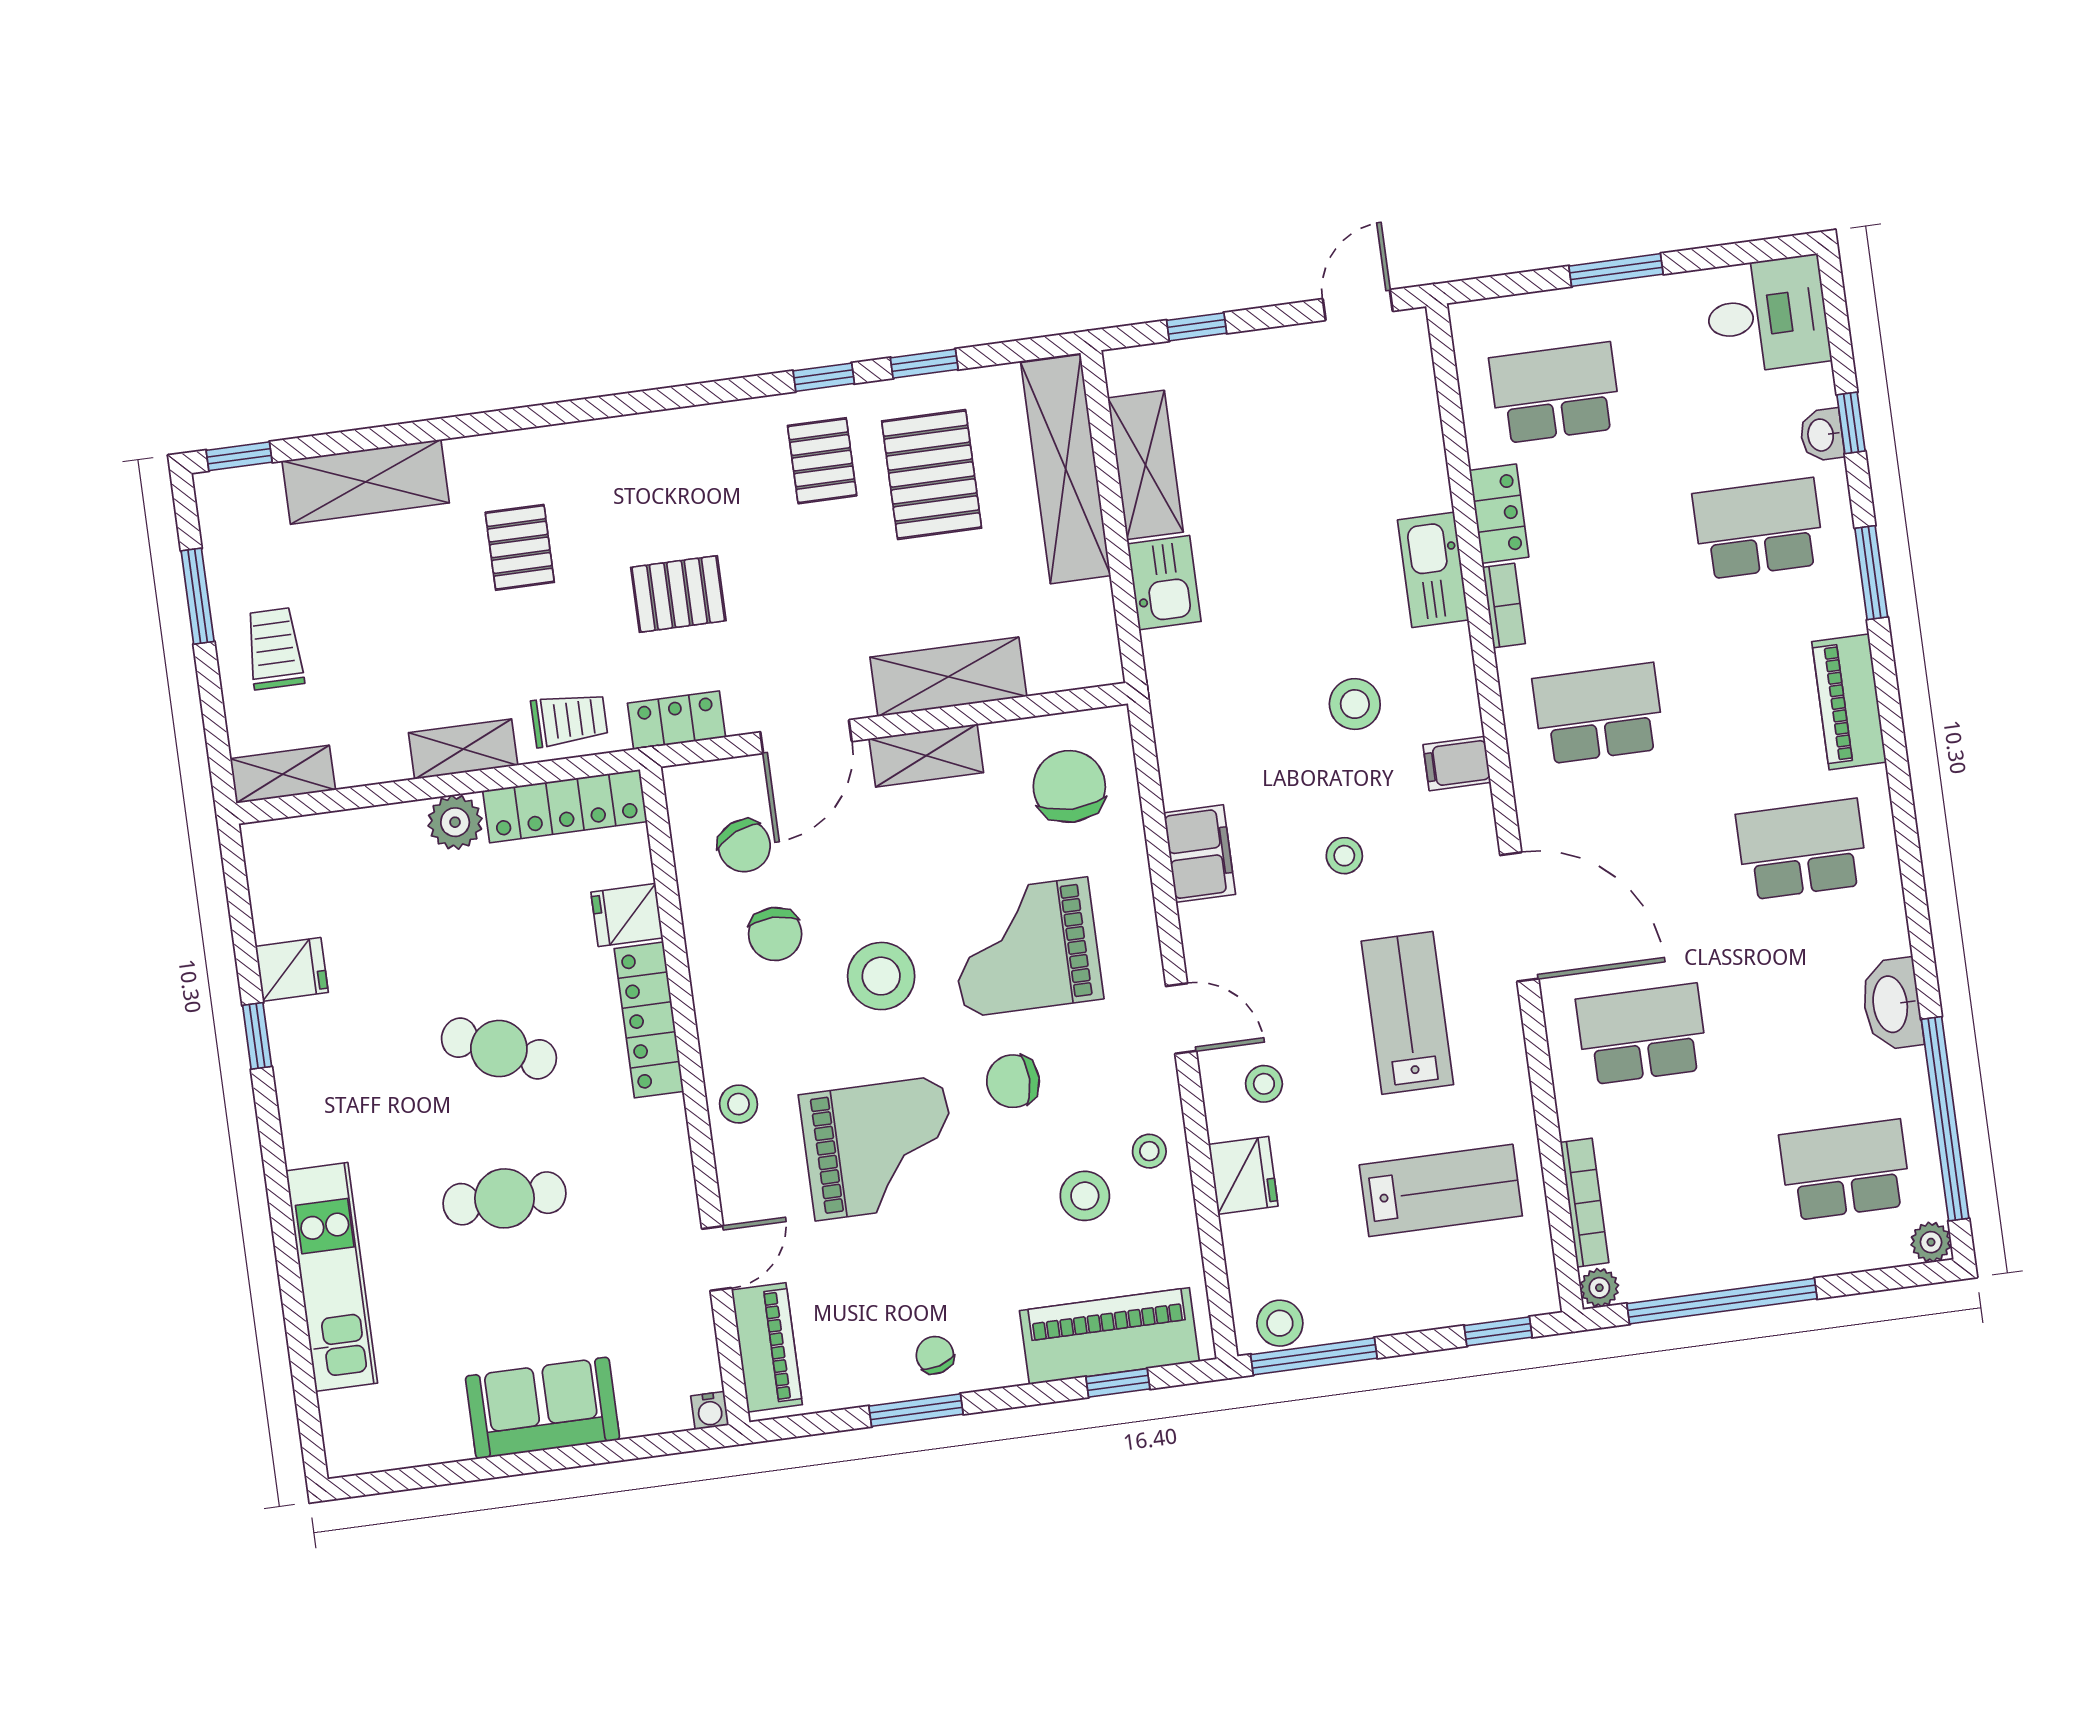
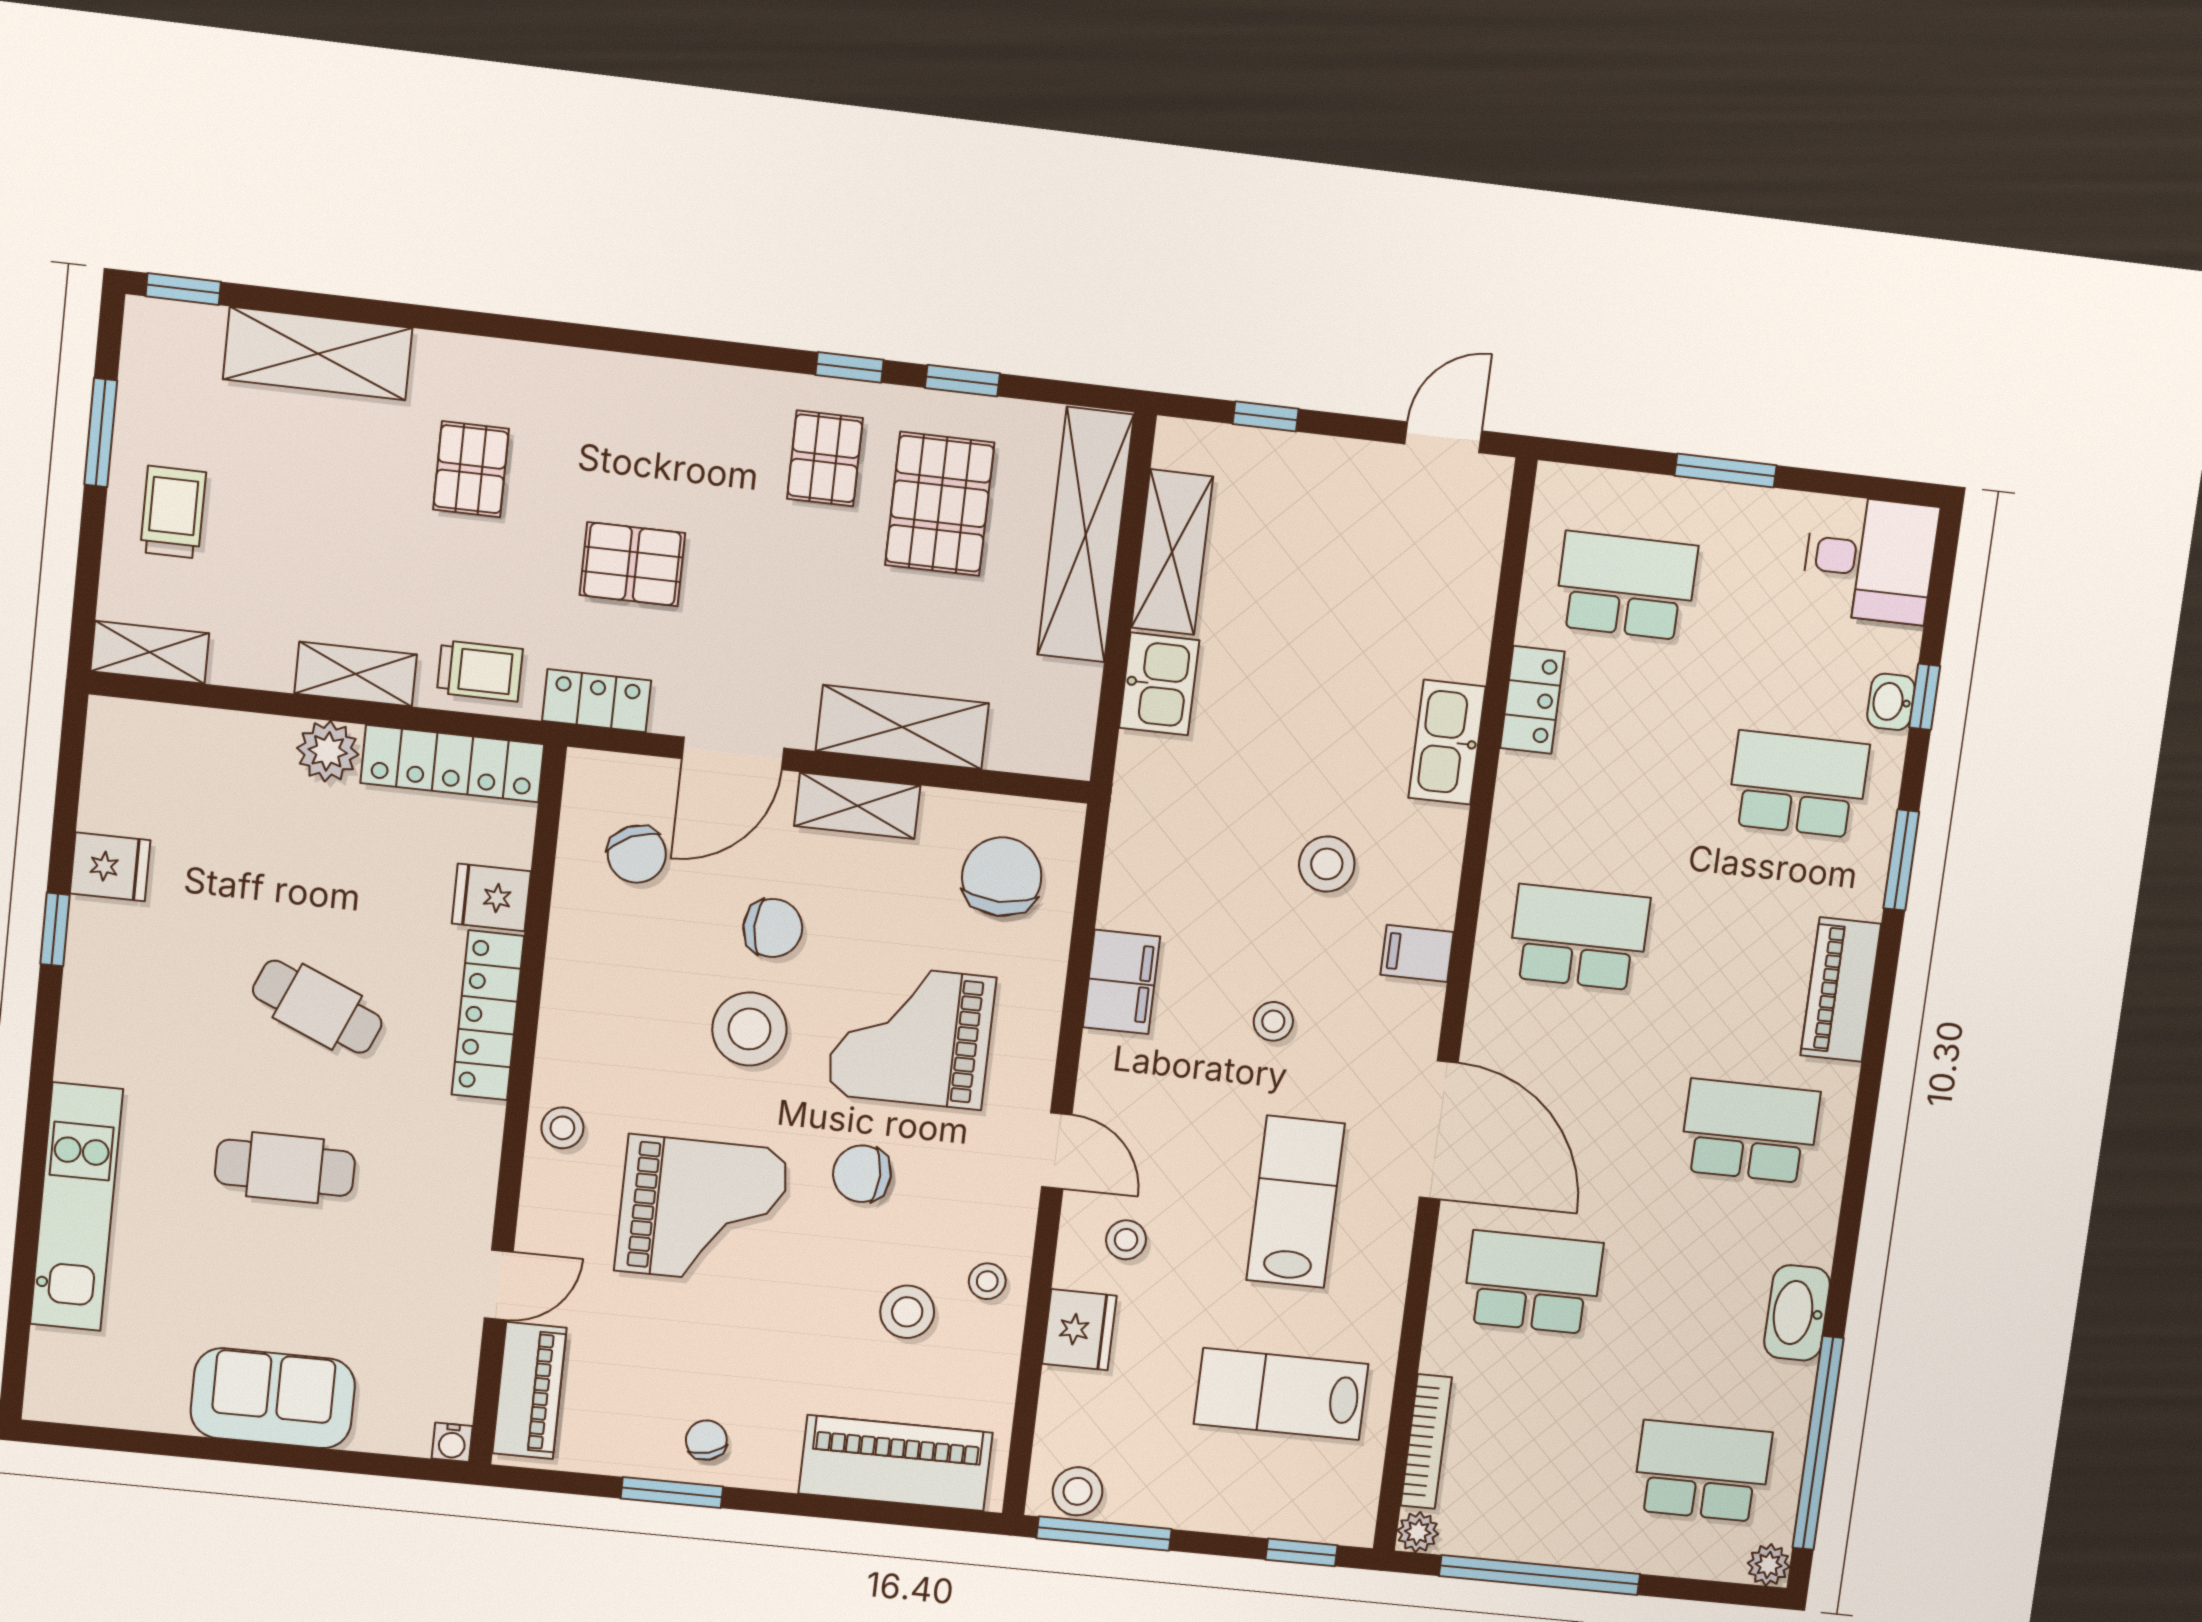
bookcase: (1504, 606) -> (1511, 799), removed
chair: (775, 934) -> (773, 928), moved, turned -90
lab bench: (1441, 1190) -> (1281, 1394), turned 180
window: (1118, 1383) -> (892, 1513), removed

